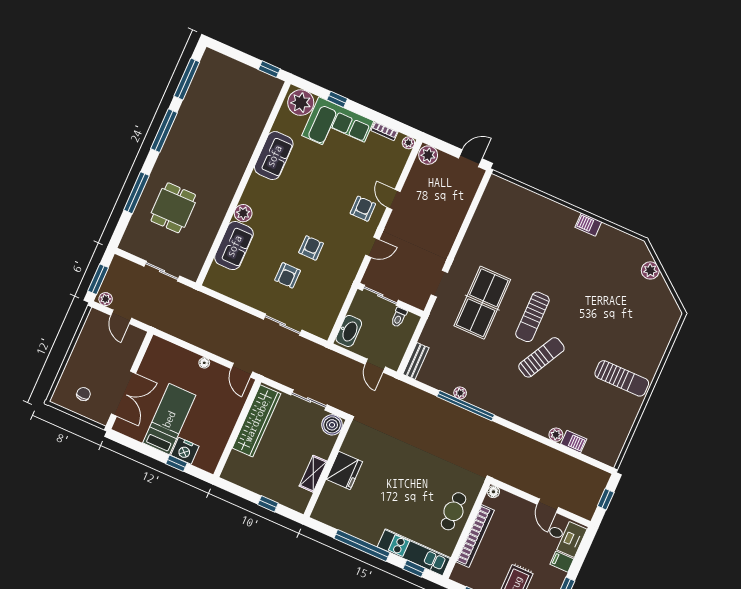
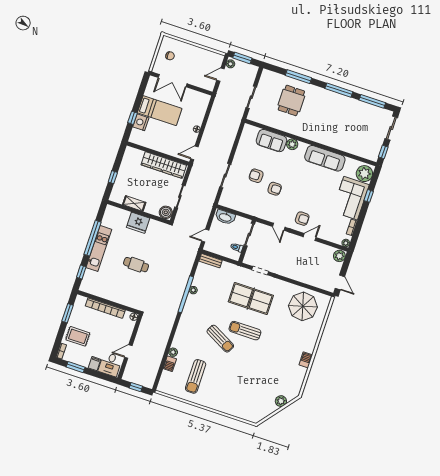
sliding door: (232, 53) -> (391, 128), added
sofa: (274, 156) -> (325, 158), width x1.36
dining table: (173, 208) -> (291, 100), turned 90
parasol: (503, 221) -> (303, 306), added
sun lounger: (622, 378) -> (196, 376), moved
cafe table: (453, 511) -> (136, 265), moved
kitchen unit: (414, 552) -> (99, 248), moved

